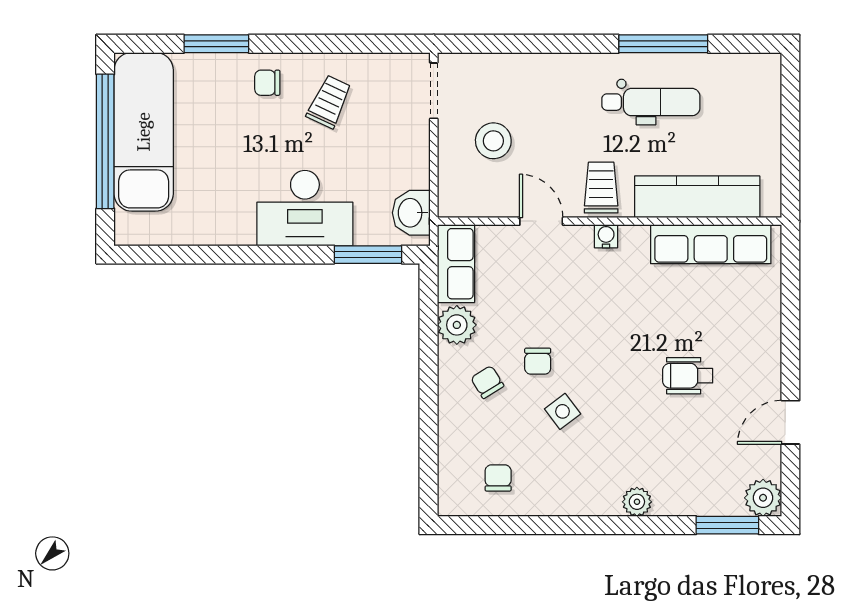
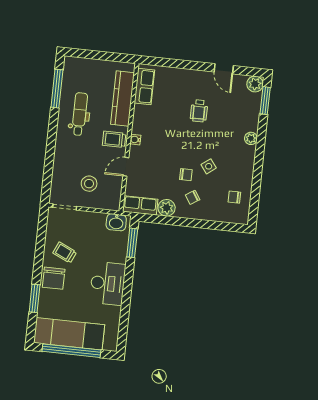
window: (663, 44) -> (57, 89), moved
chair: (267, 83) -> (54, 278), width x1.87, depth x1.87
desk: (305, 208) -> (108, 283), moved
row of seats: (711, 244) -> (144, 86), width x0.68

